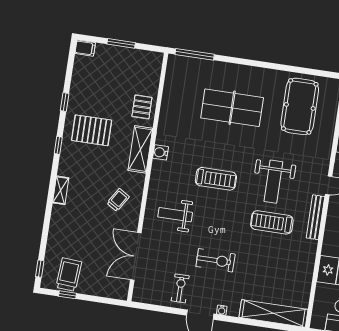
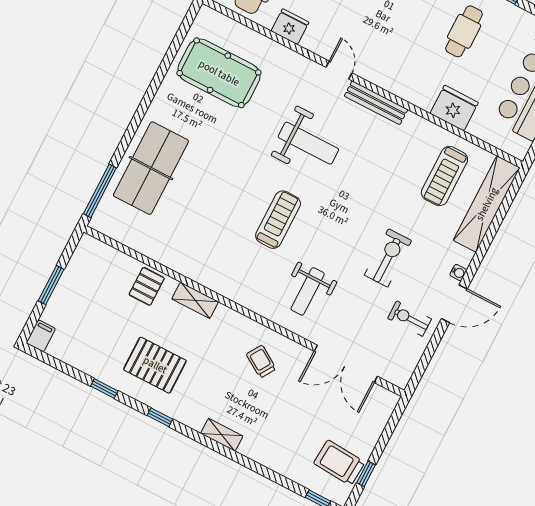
pallet: (142, 107) -> (147, 286), turned 90
table tennis table: (232, 108) -> (151, 168), moved
pallet: (92, 130) -> (155, 365), turned 90
shelving: (140, 149) -> (195, 300), width x0.67, depth x0.75
water cooler: (161, 152) -> (217, 282), removed
treadmill: (272, 222) -> (444, 176), moved

